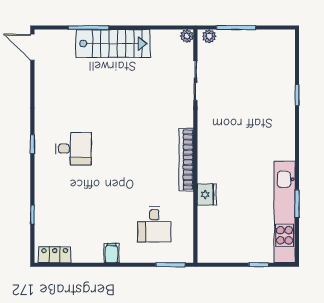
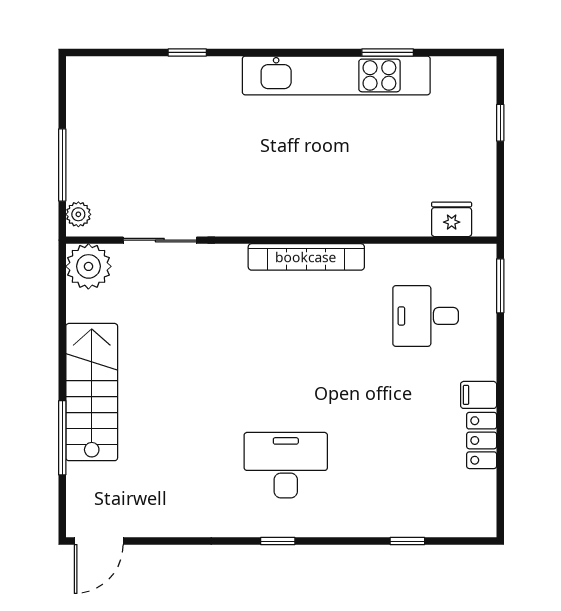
plant: (187, 36) -> (88, 266), width x1.88, depth x1.88
desk: (73, 149) -> (286, 465), width x1.37
fridge: (207, 194) -> (452, 219), moved
kitchen unit: (285, 212) -> (336, 75), moved
desk: (154, 224) -> (426, 316), turned 180
locker: (55, 255) -> (482, 440), moved

